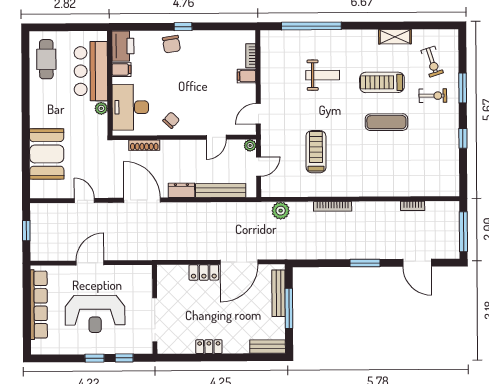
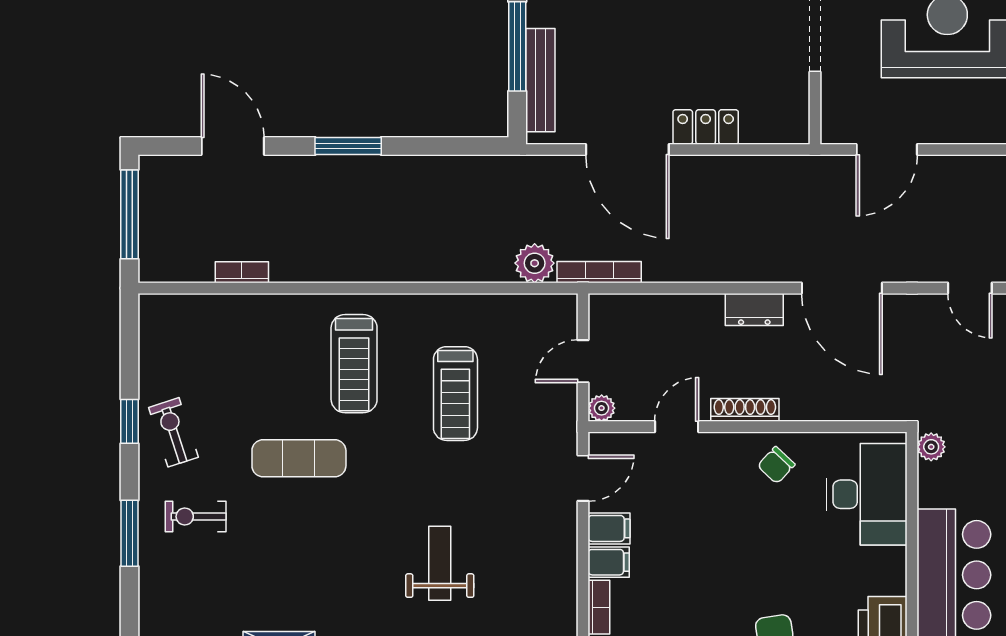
exercise bike: (432, 62) -> (173, 432), moved
filing cabinet: (121, 70) -> (609, 528), moved, turned 180
weight bench: (323, 75) -> (440, 563), turned 90
treadmill: (382, 82) -> (354, 364), moved, turned 90
plant: (101, 108) -> (931, 447), moved
shoe rack: (144, 145) -> (745, 410), moved
bench: (221, 190) -> (667, 309), removed
bookcase: (333, 206) -> (599, 272), moved
door: (239, 262) -> (627, 150), swing flipped
door: (90, 263) -> (887, 150), moved

